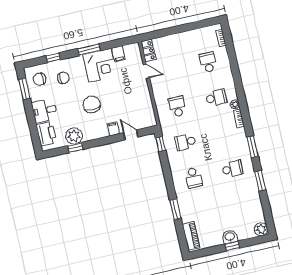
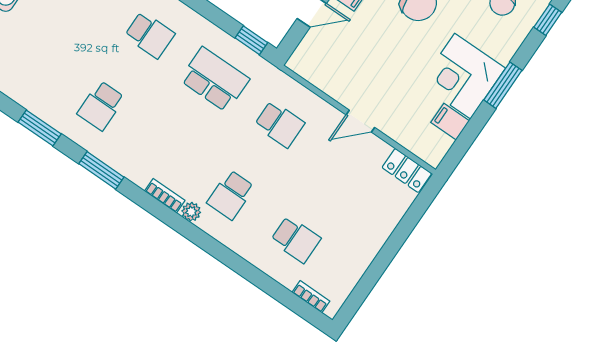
door: (146, 71) -> (360, 121), moved
school desk: (185, 142) -> (215, 79), width x1.85
school desk: (193, 178) -> (150, 35), turned 180

